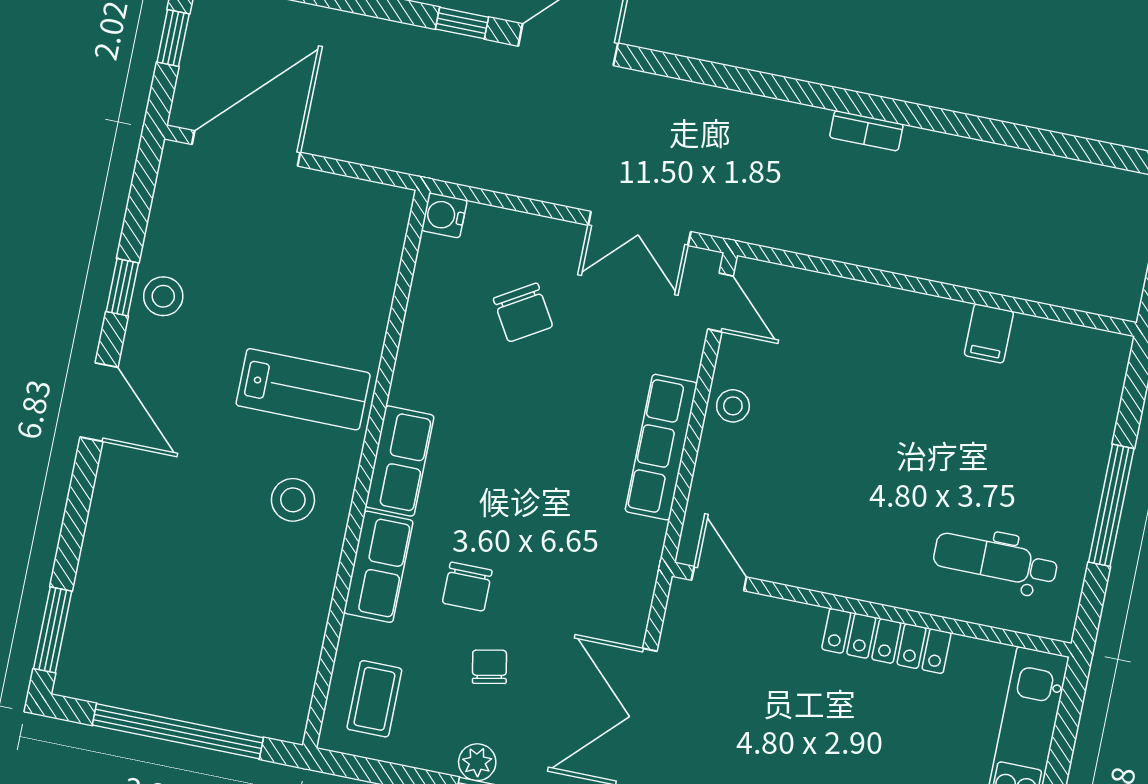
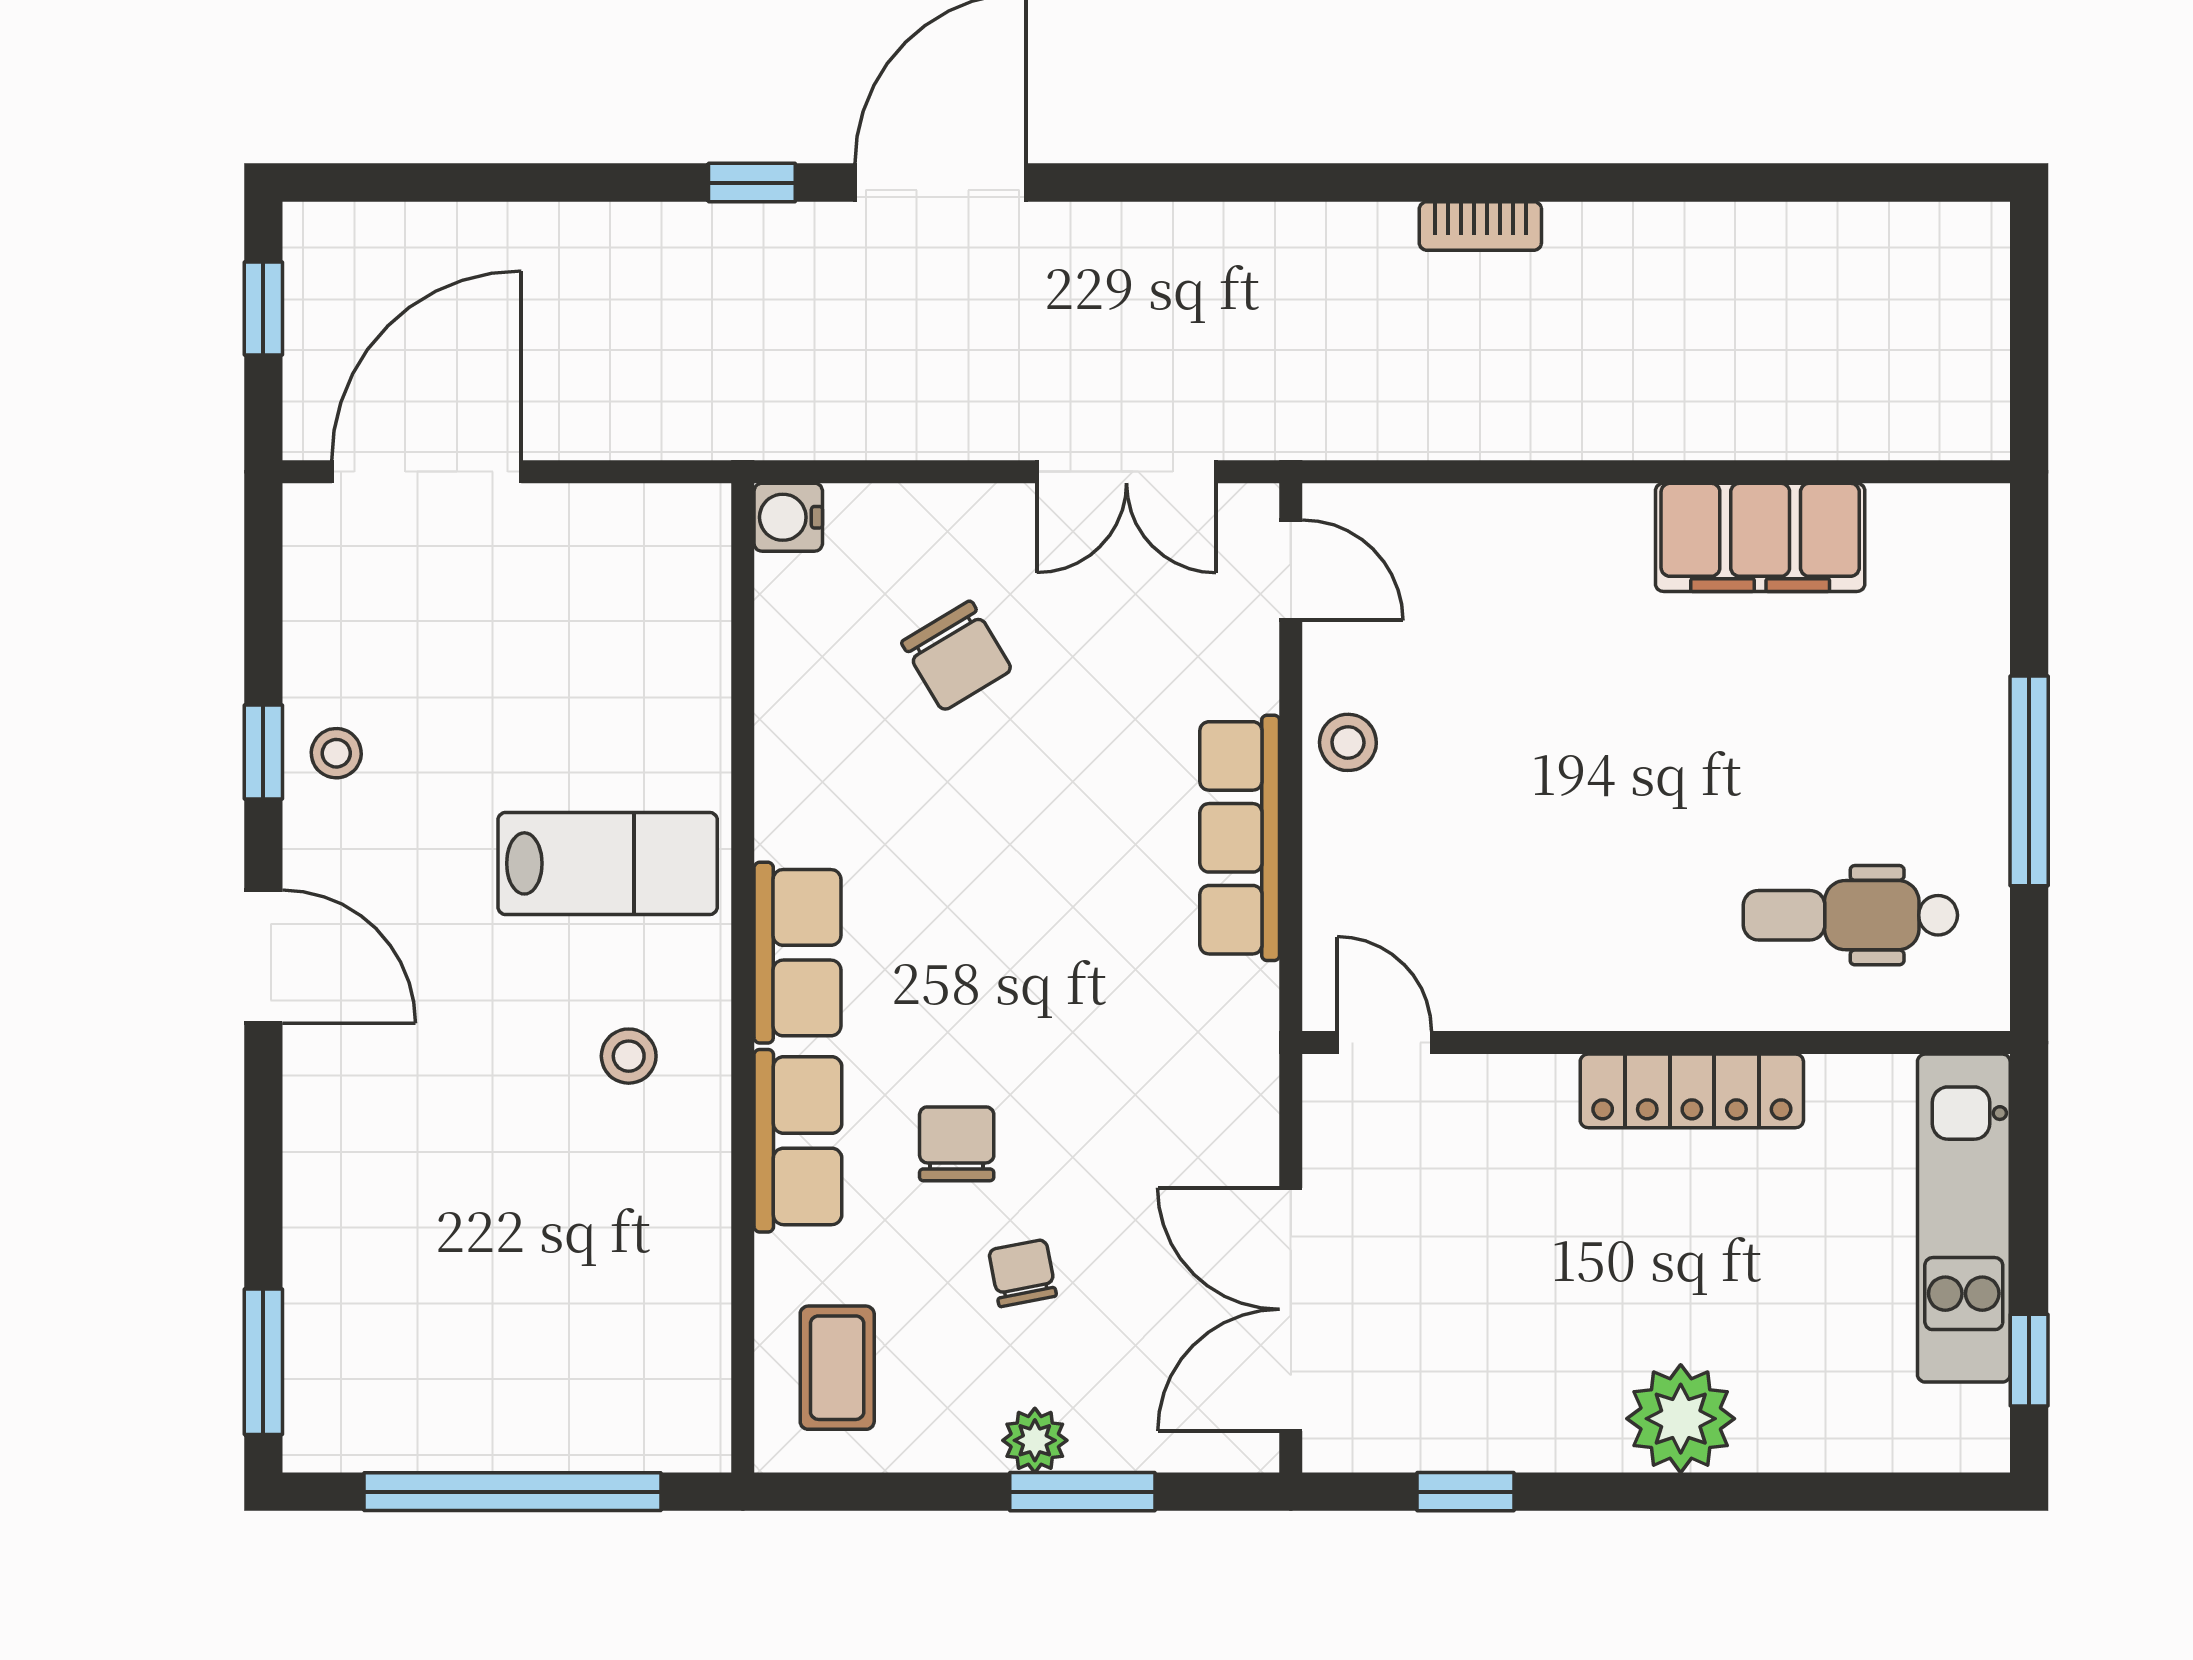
stool: (163, 296) -> (336, 753), width x0.73, depth x0.73
filing cabinet: (989, 333) -> (1760, 537), width x3.00, depth x1.17
stool: (293, 500) -> (629, 1056), width x0.73, depth x0.73
chair: (467, 587) -> (957, 1144), turned 180

